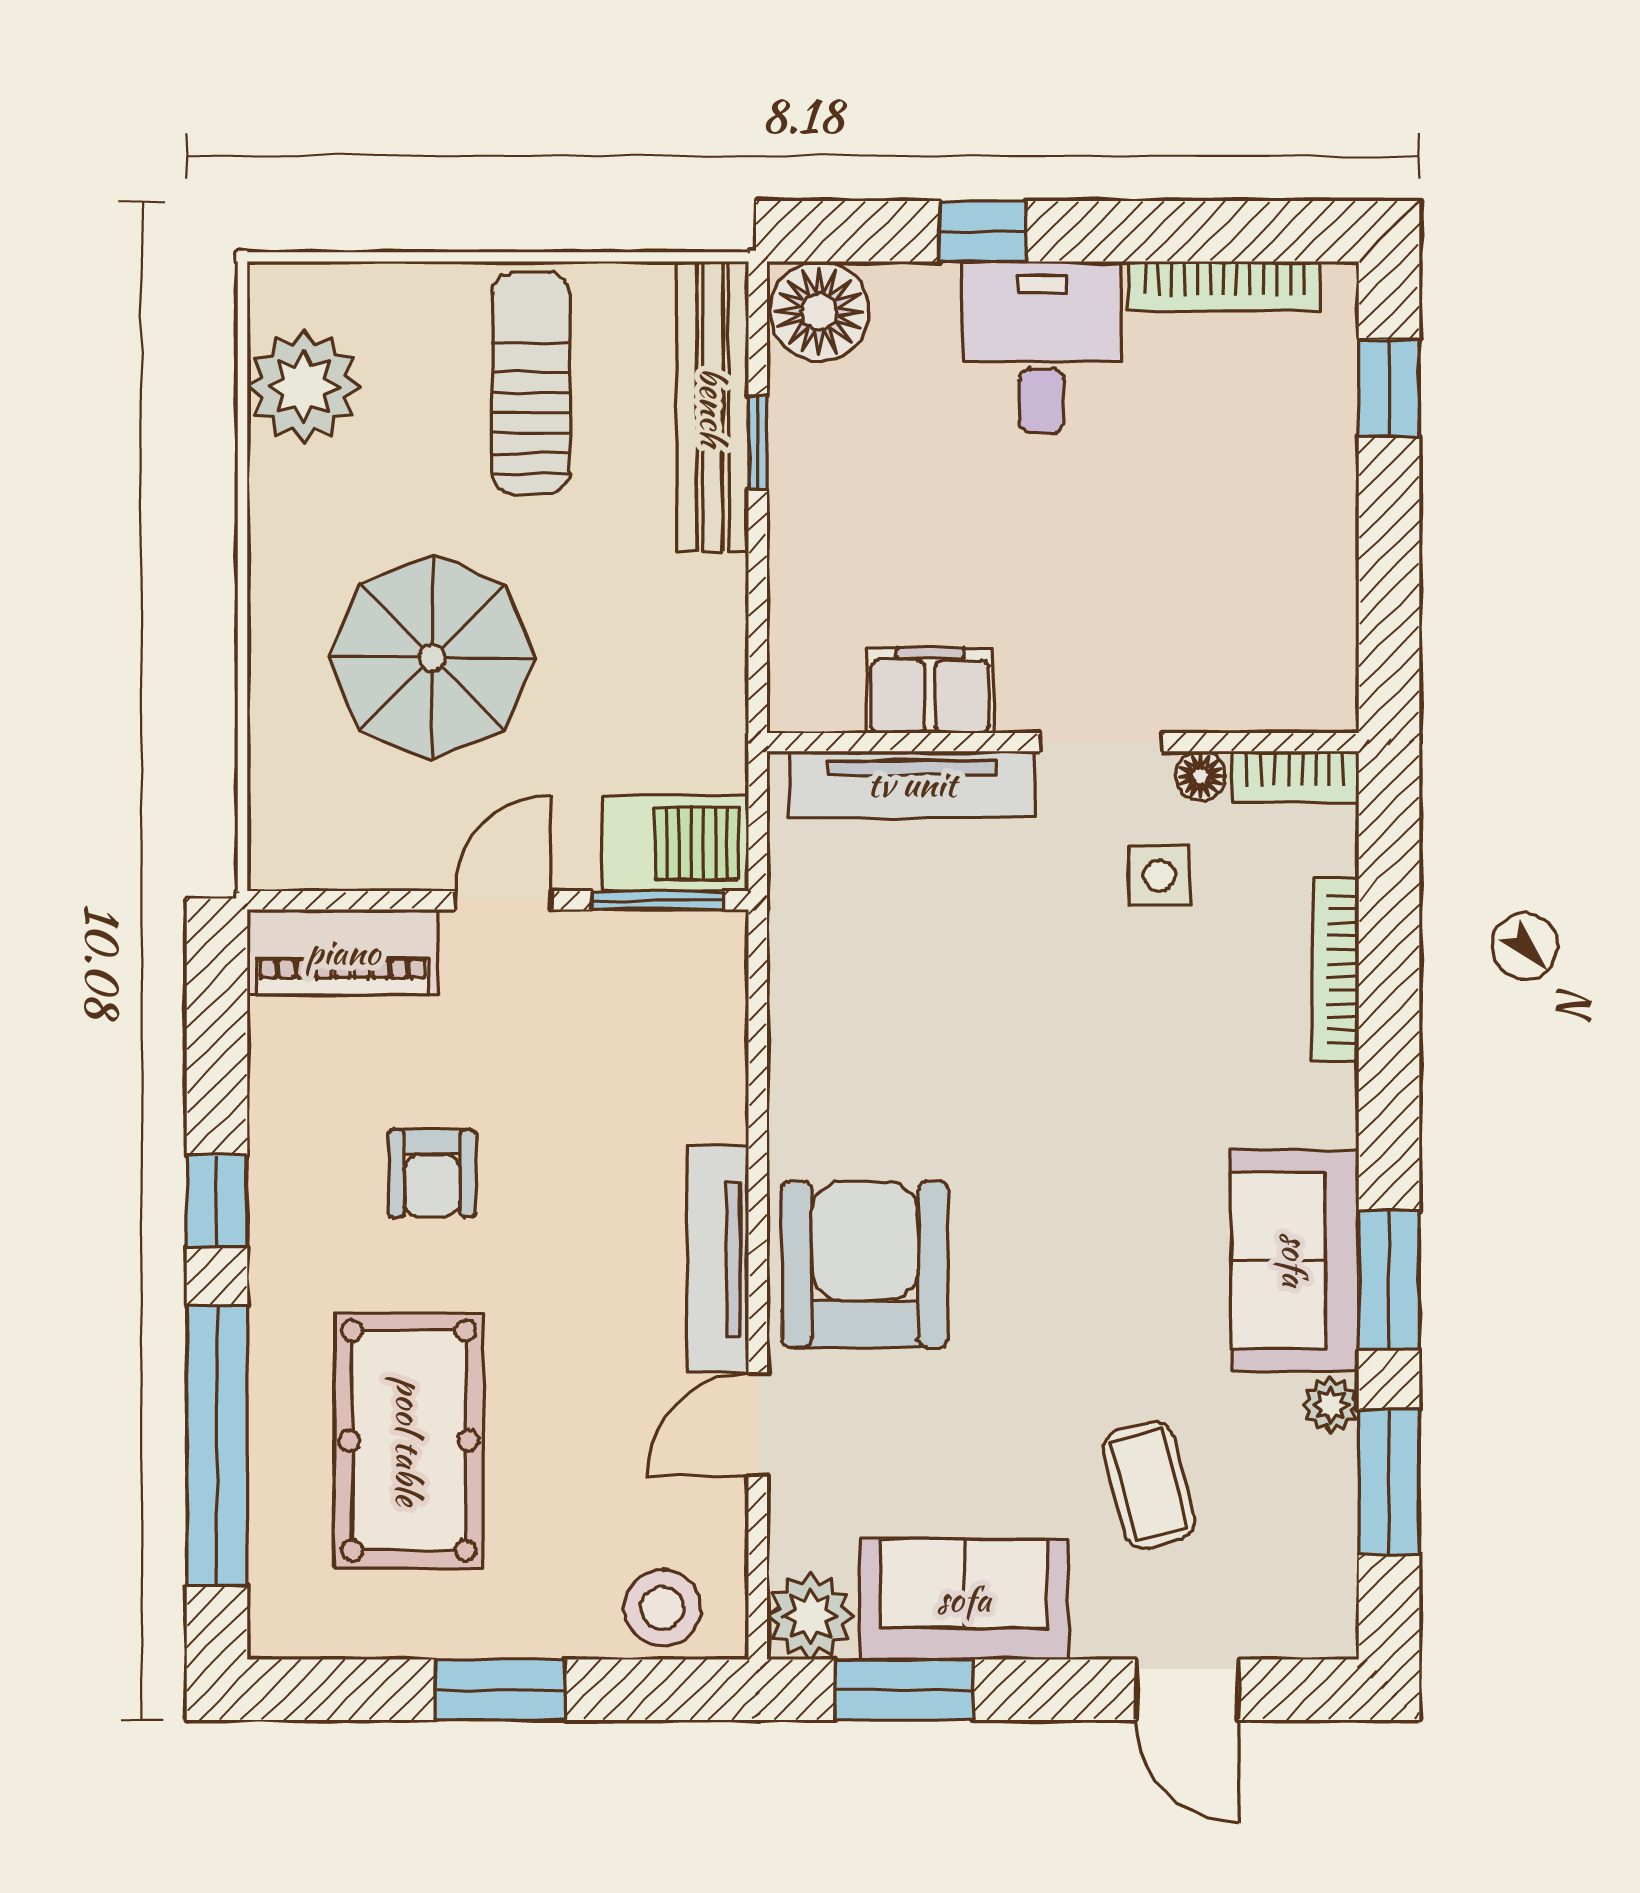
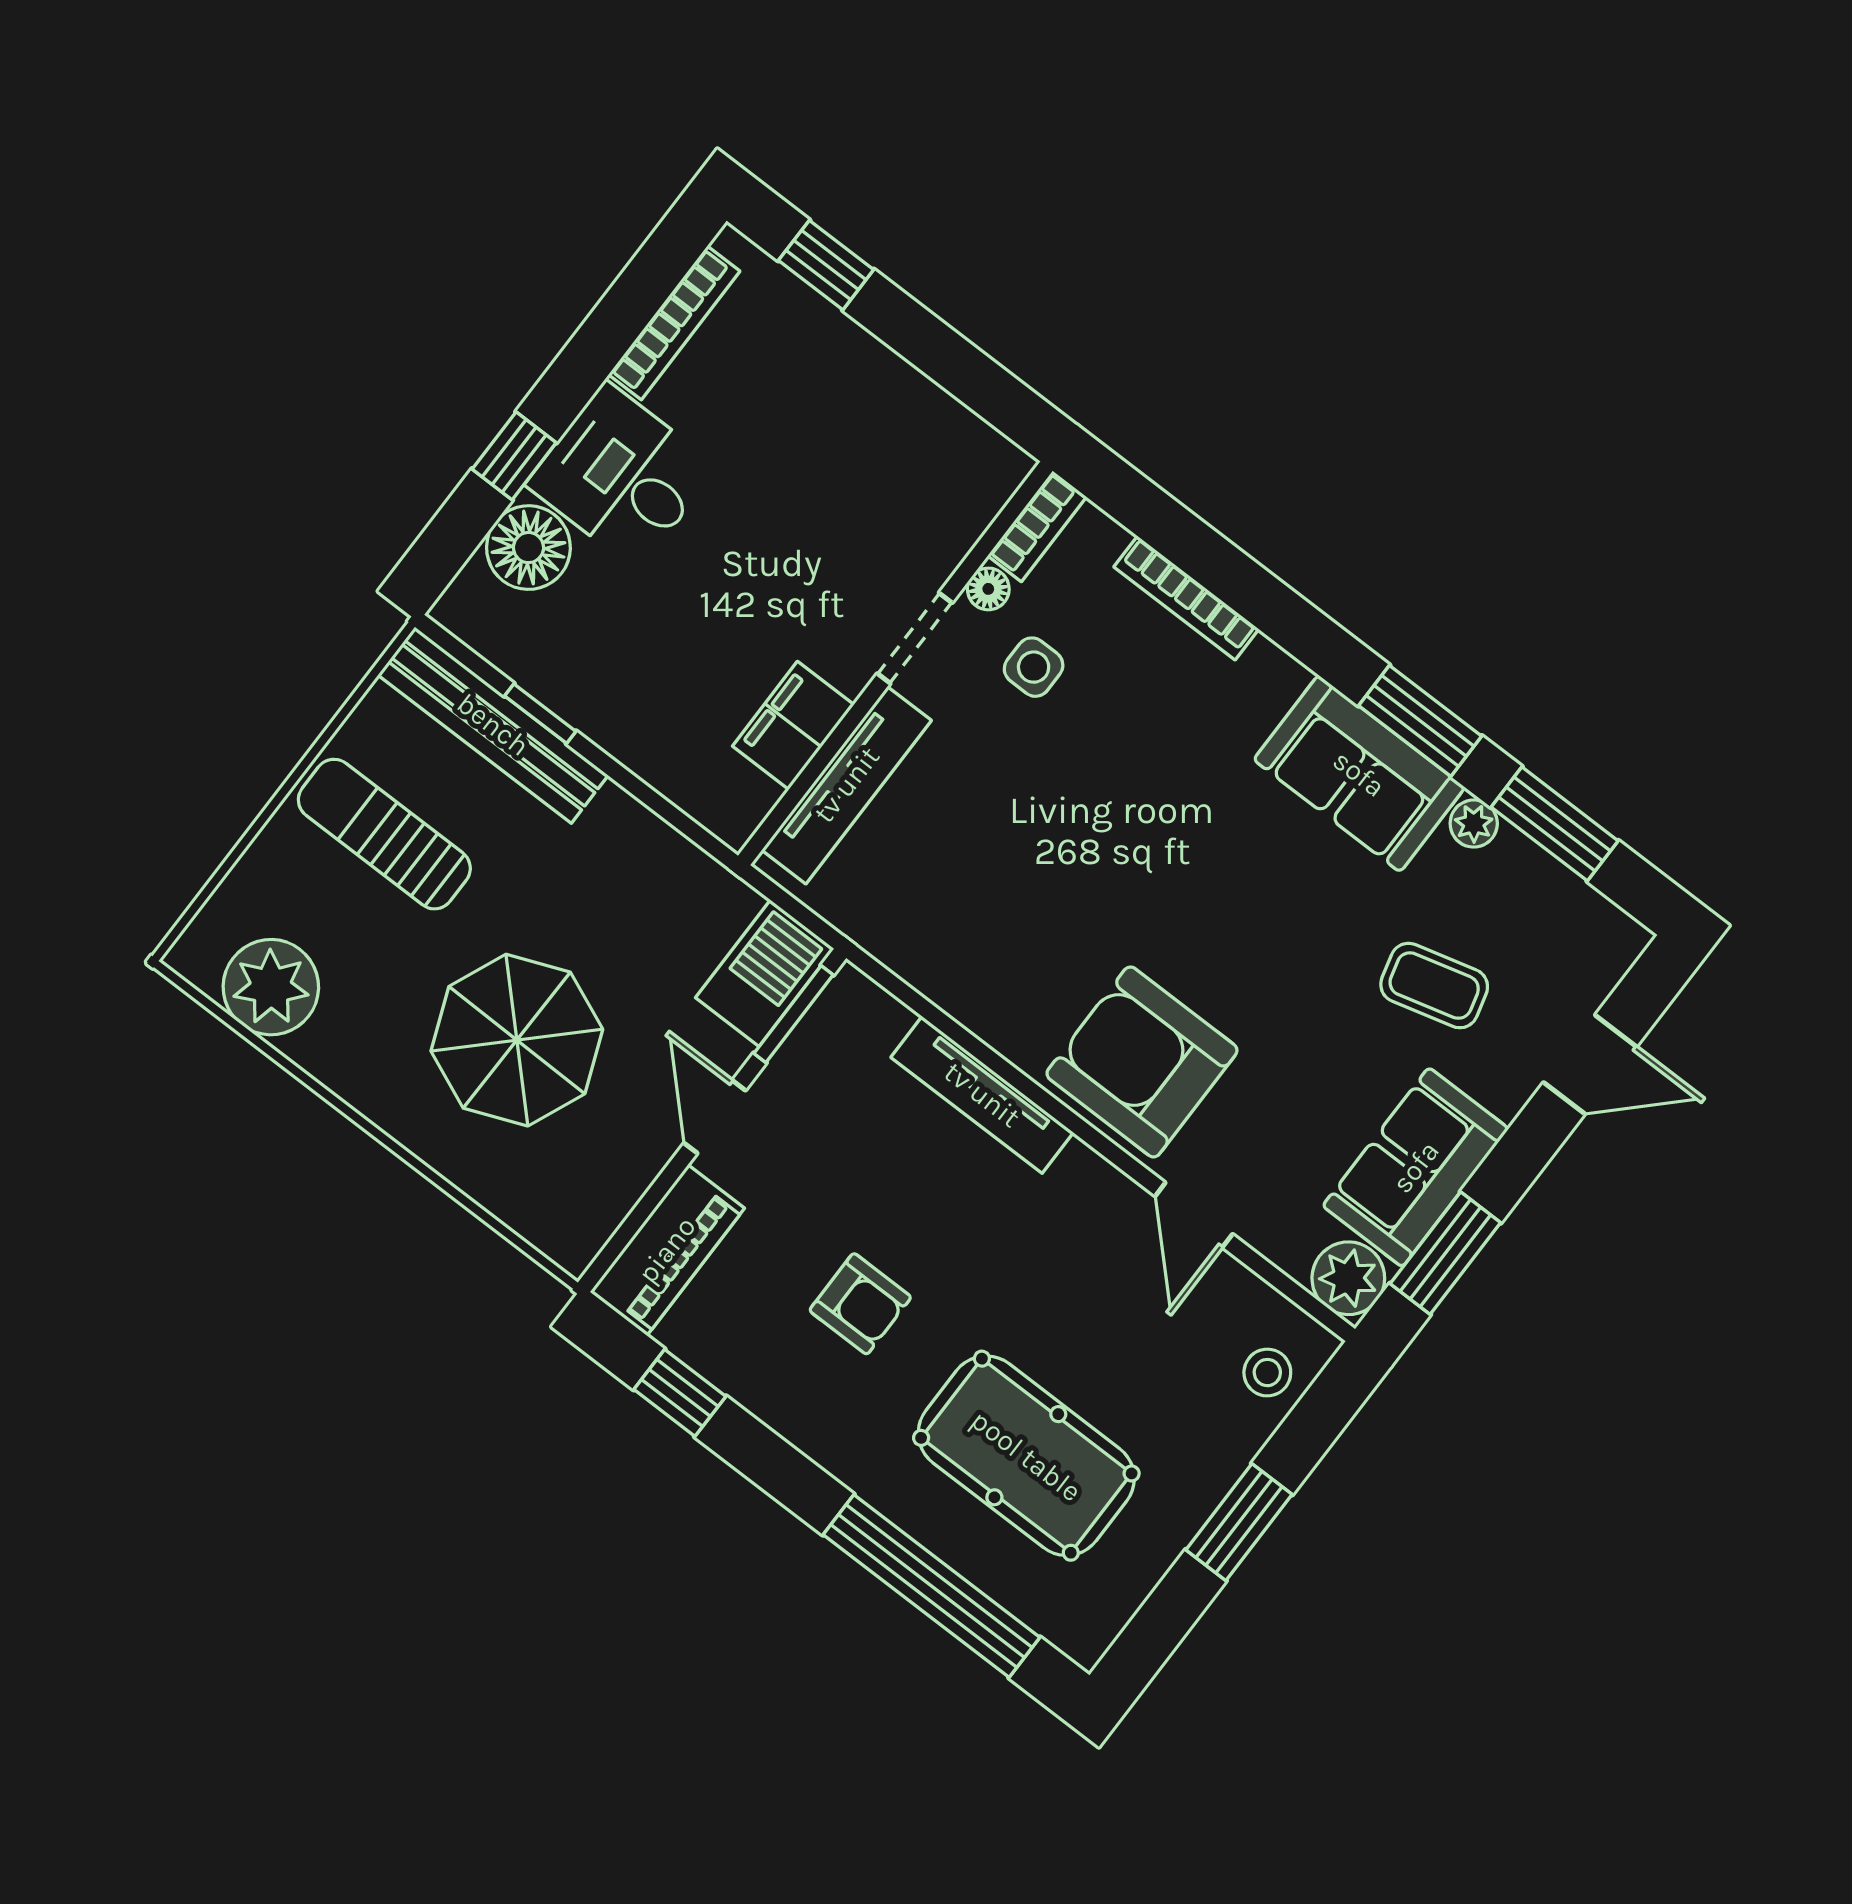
floor lamp: (819, 311) -> (528, 548), moved
window: (217, 1201) -> (680, 1393), moved
tv unit: (718, 1259) -> (982, 1095), moved
stool: (662, 1608) -> (1267, 1373), width x0.73, depth x0.73

